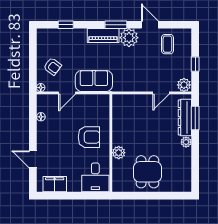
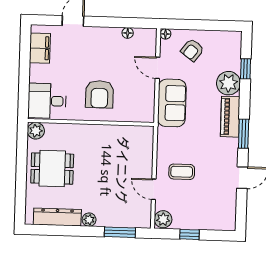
plant: (129, 38) -> (228, 83), moved
coffee table: (167, 44) -> (182, 172), moved
dresser: (185, 118) -> (57, 217), moved
plant: (119, 153) -> (36, 131), moved

